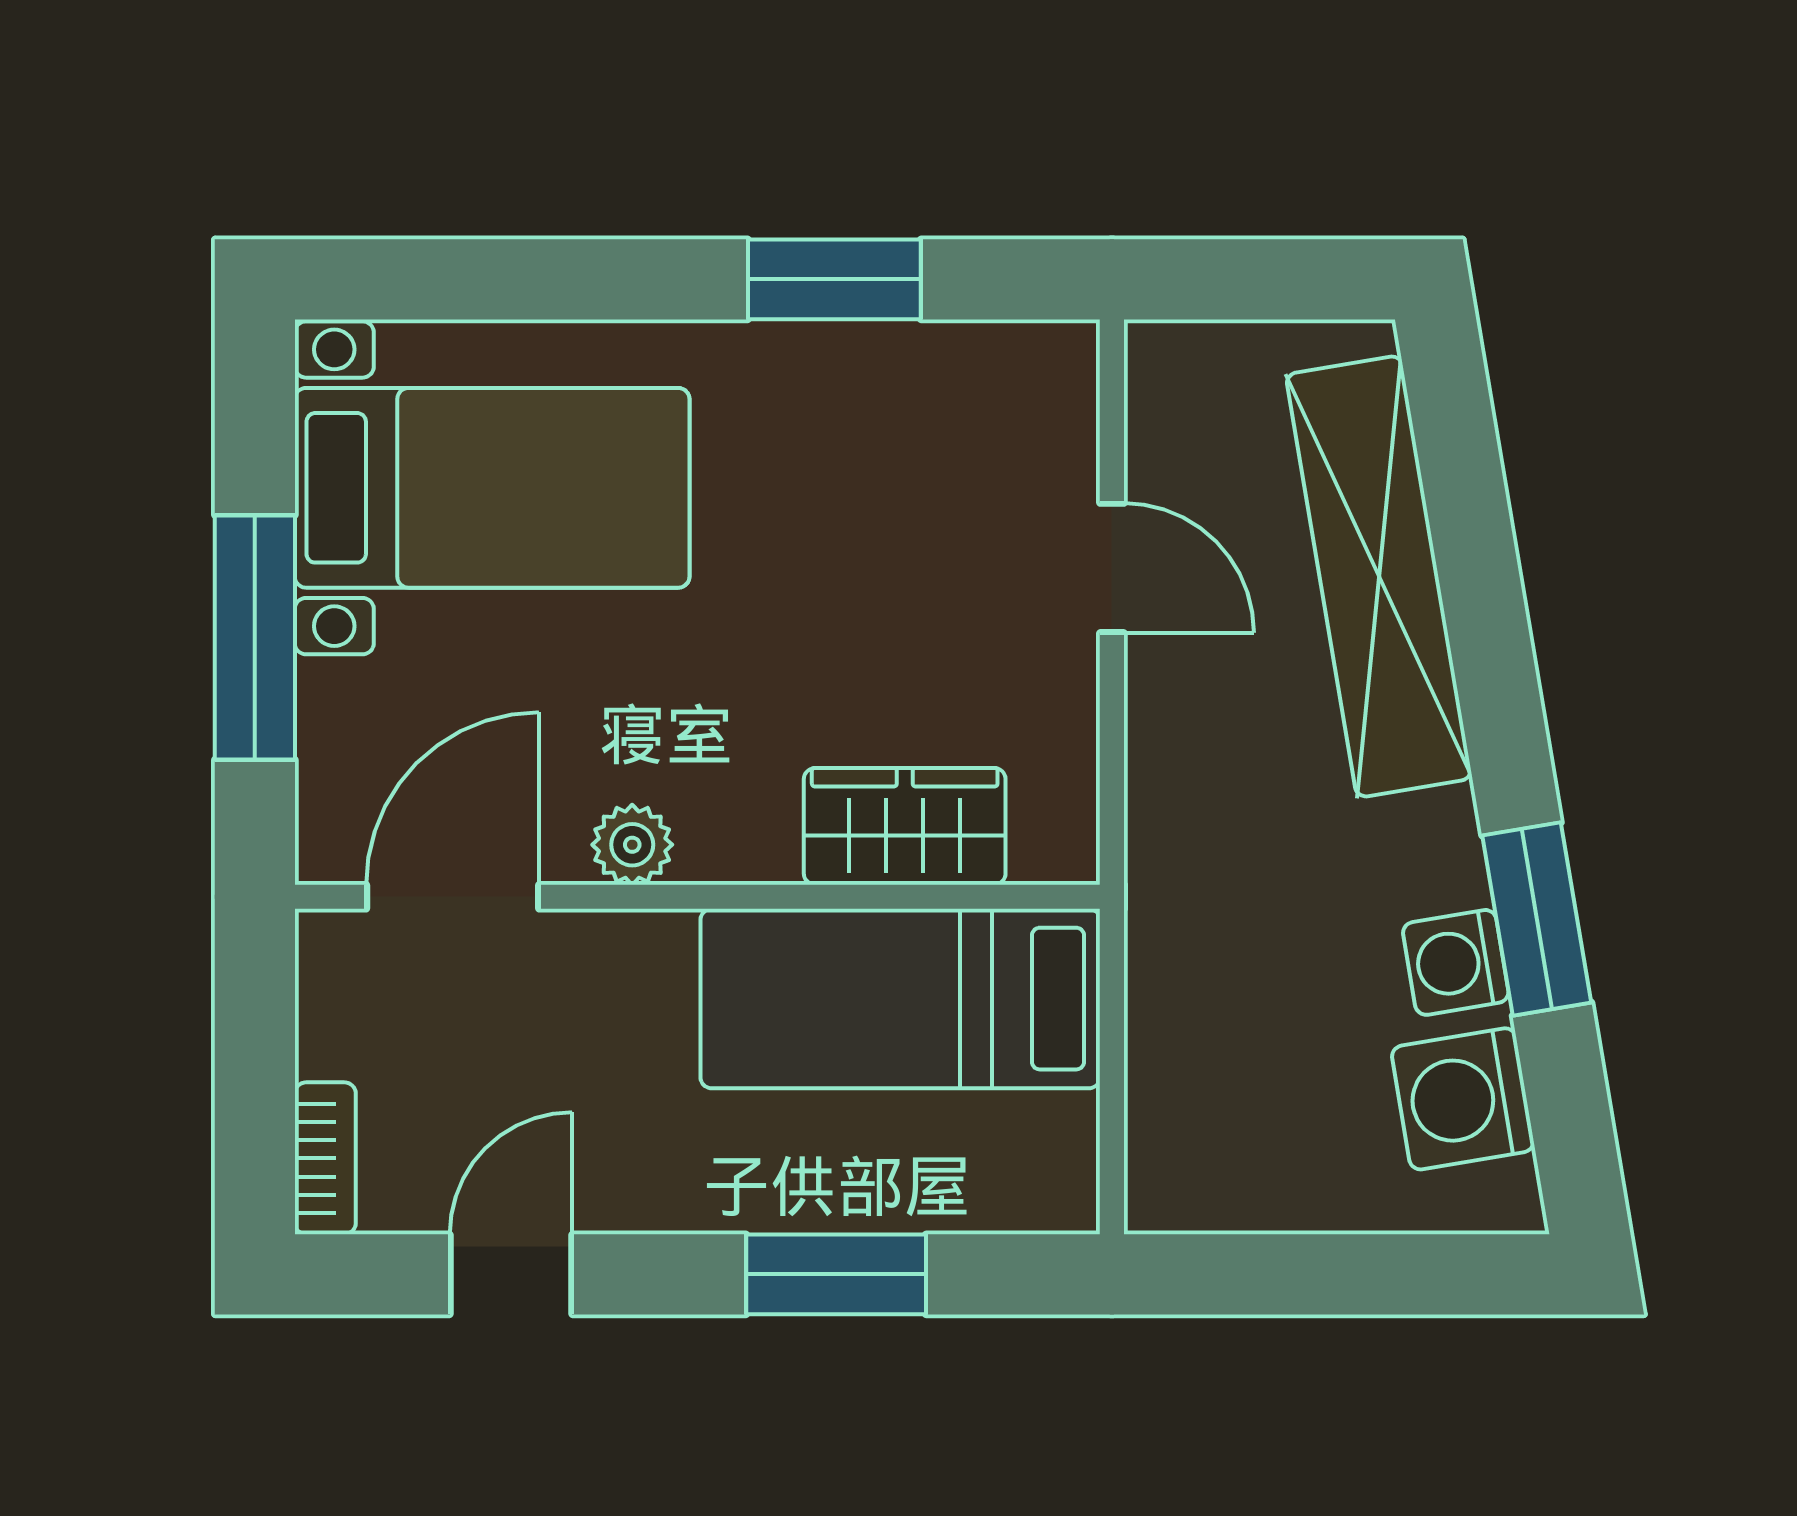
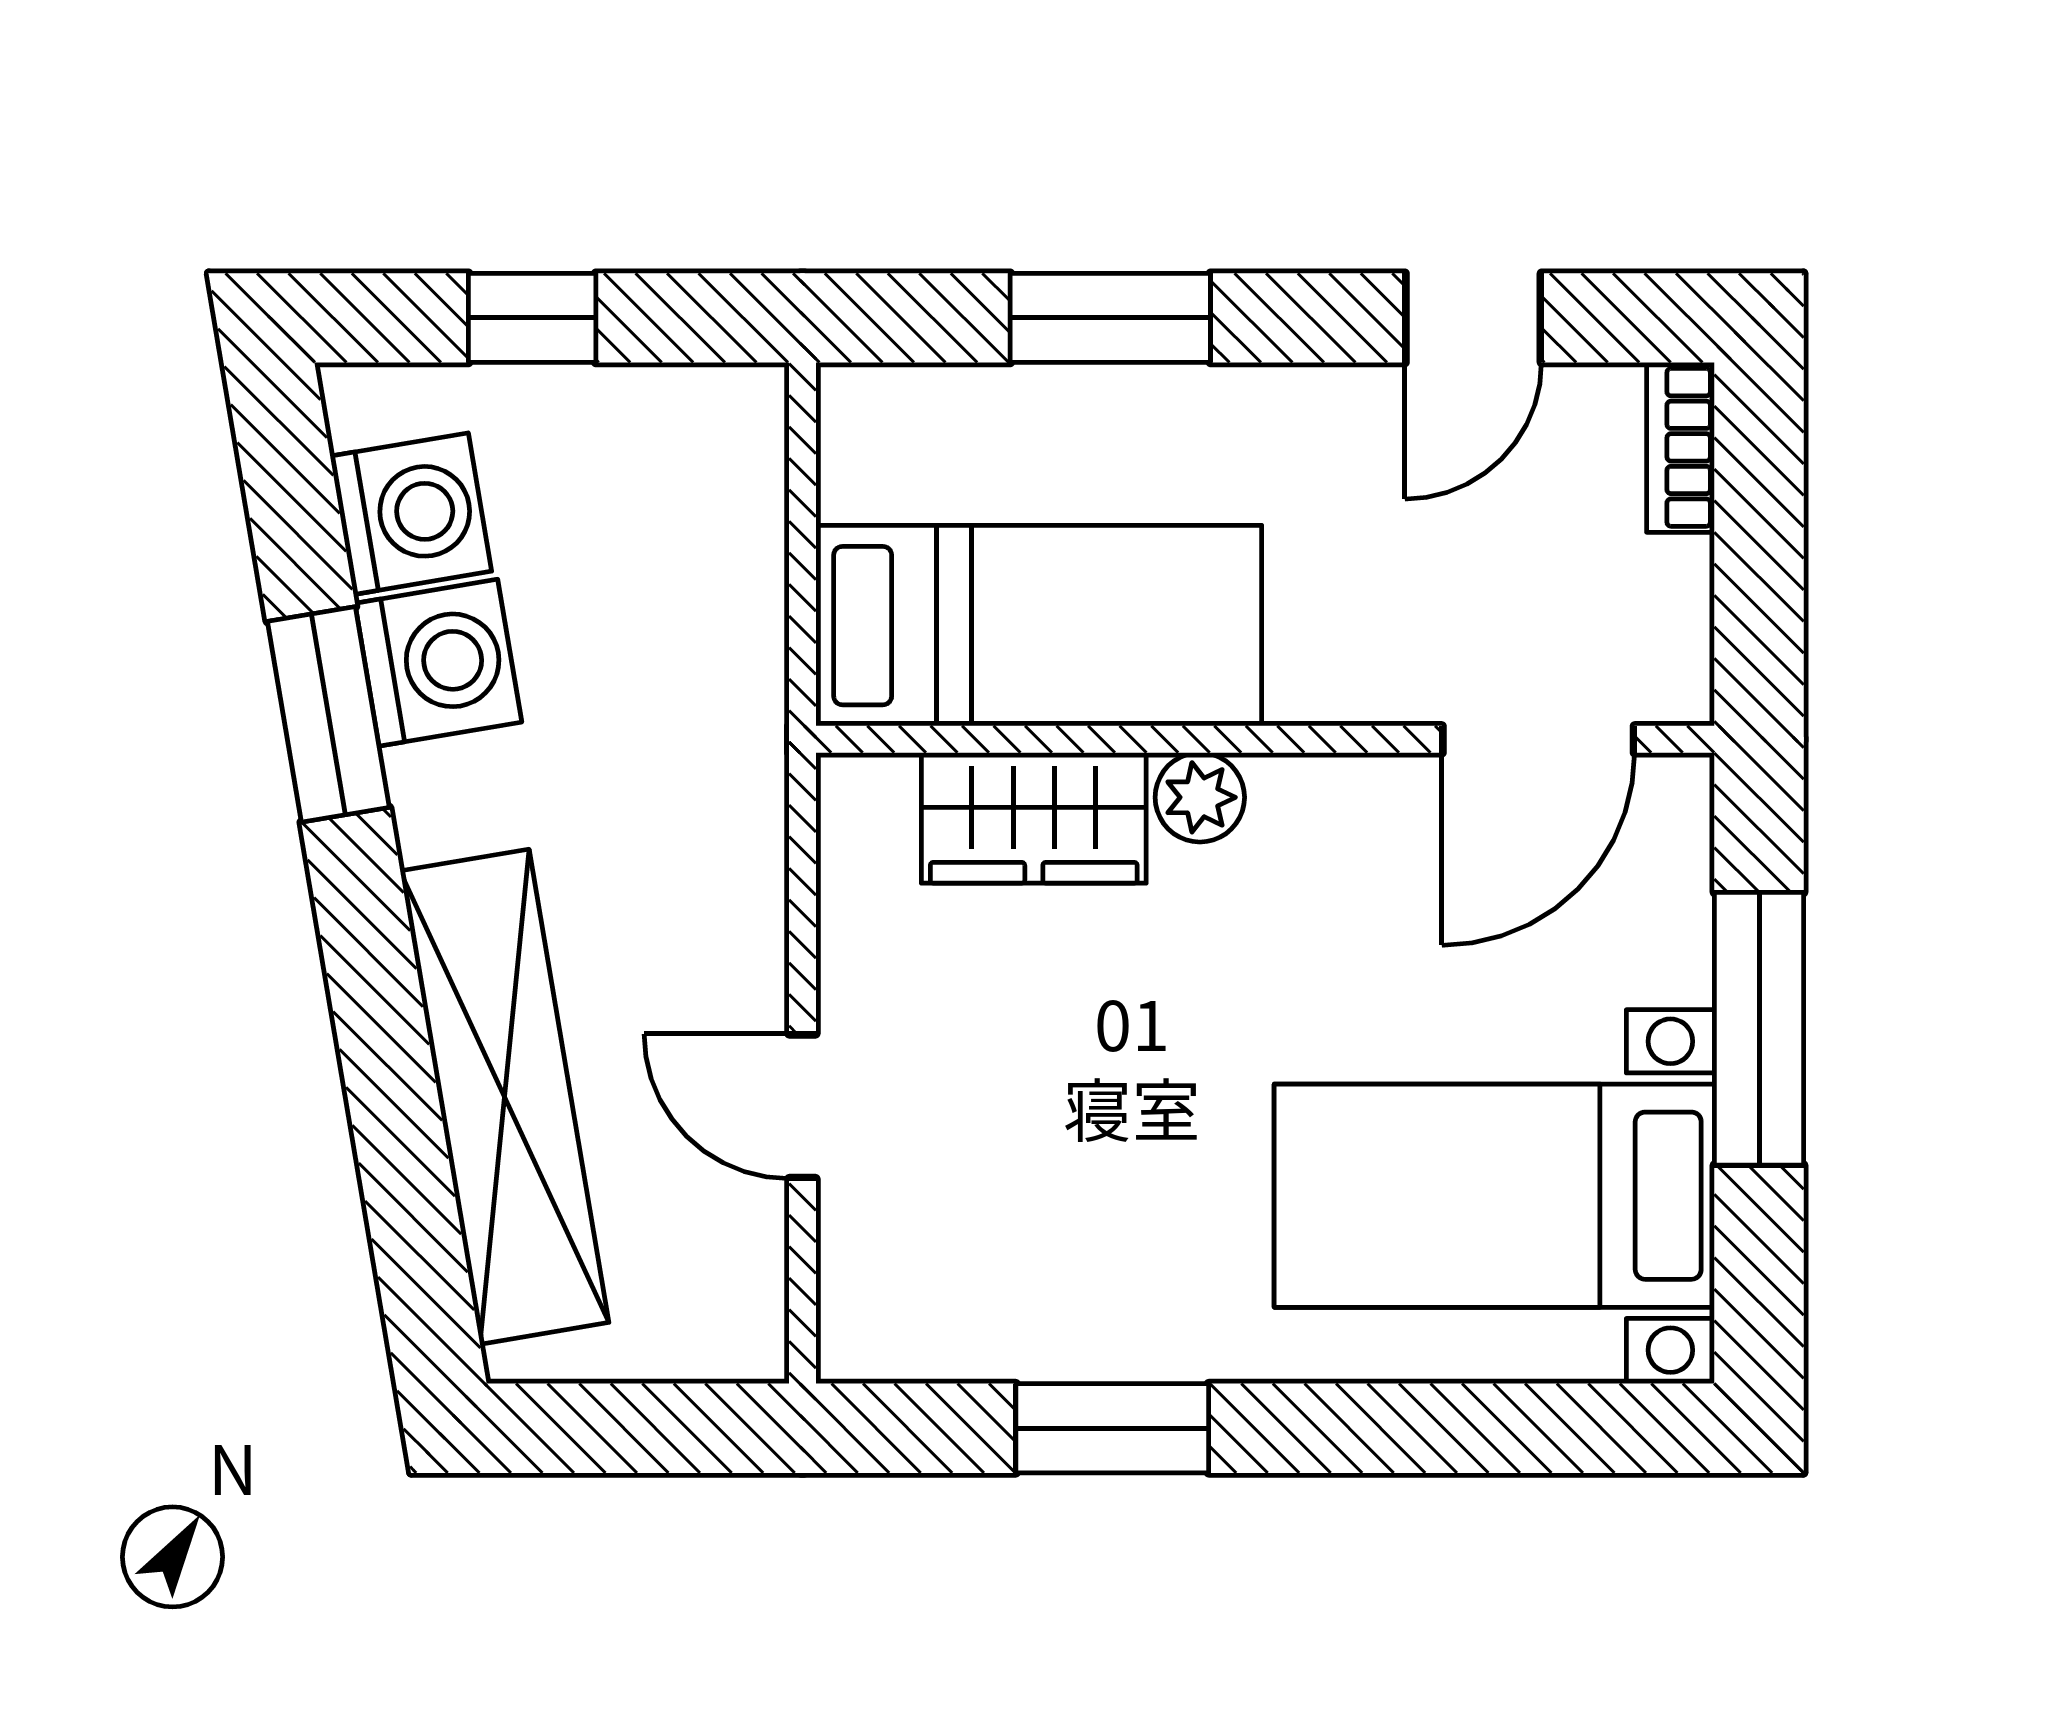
plant: (632, 845) -> (1200, 797), moved
washing machine: (1456, 962) -> (438, 663), width x1.38, depth x1.38
window: (1354, 1274) -> (532, 318), added

